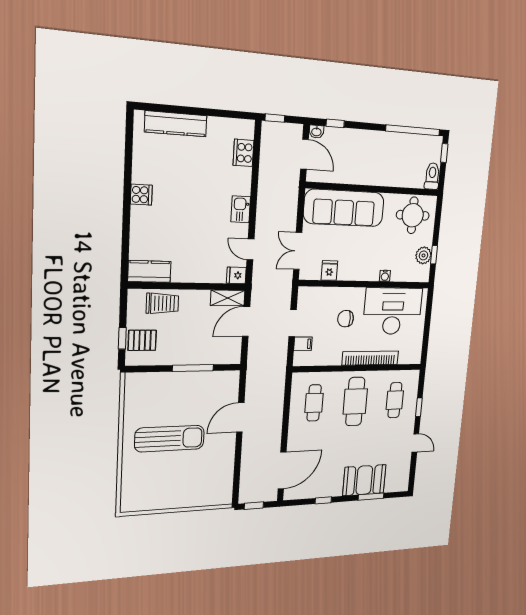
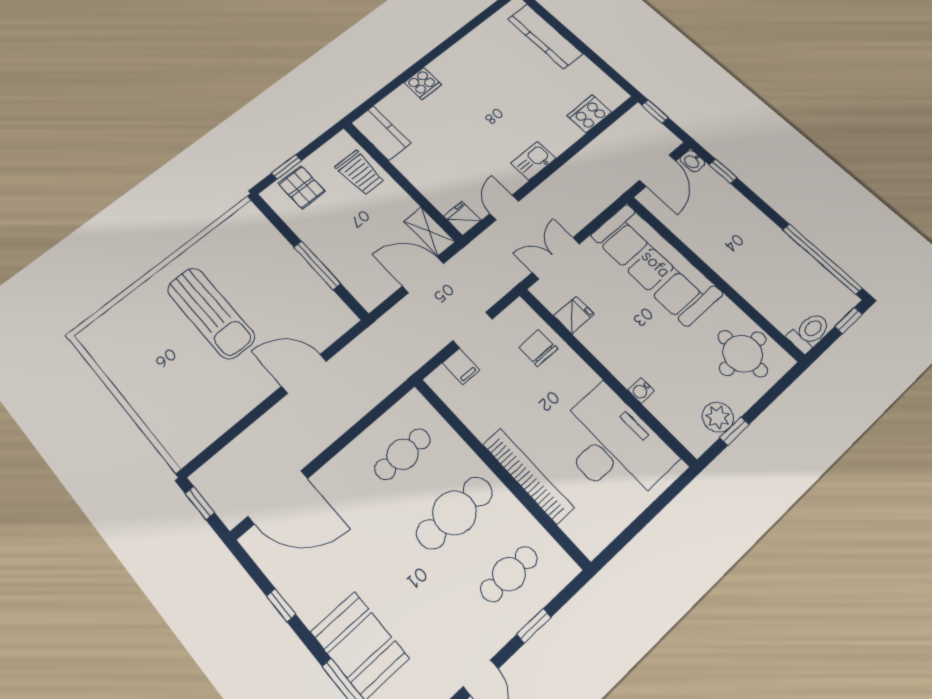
cooker: (141, 195) -> (423, 84), moved
chair: (346, 319) -> (538, 348), moved

